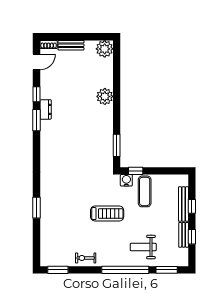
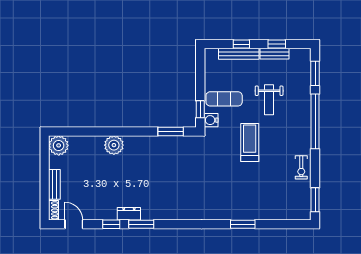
weight bench: (143, 247) -> (269, 100), moved

